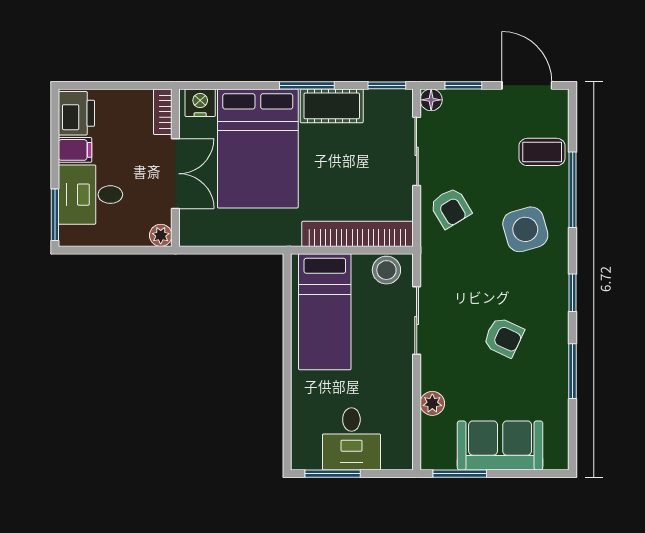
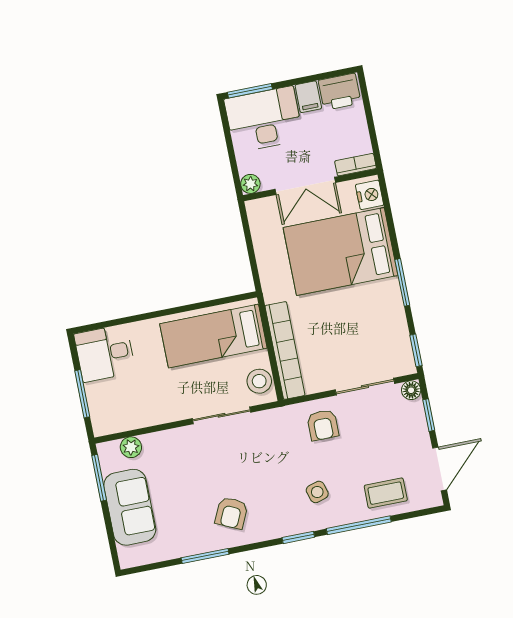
cot: (332, 106) -> (389, 307), removed
coffee table: (542, 152) -> (386, 493), turned 90
desk: (90, 195) -> (264, 119), width x1.37
armchair: (451, 208) -> (323, 425), turned -59
side table: (525, 229) -> (317, 492), width x0.54, depth x0.54
window: (573, 293) -> (298, 537), moved
armchair: (504, 337) -> (231, 513), moved
plant: (432, 403) -> (131, 447), moved
desk: (351, 439) -> (105, 353), moved
window: (333, 474) -> (82, 394), moved

